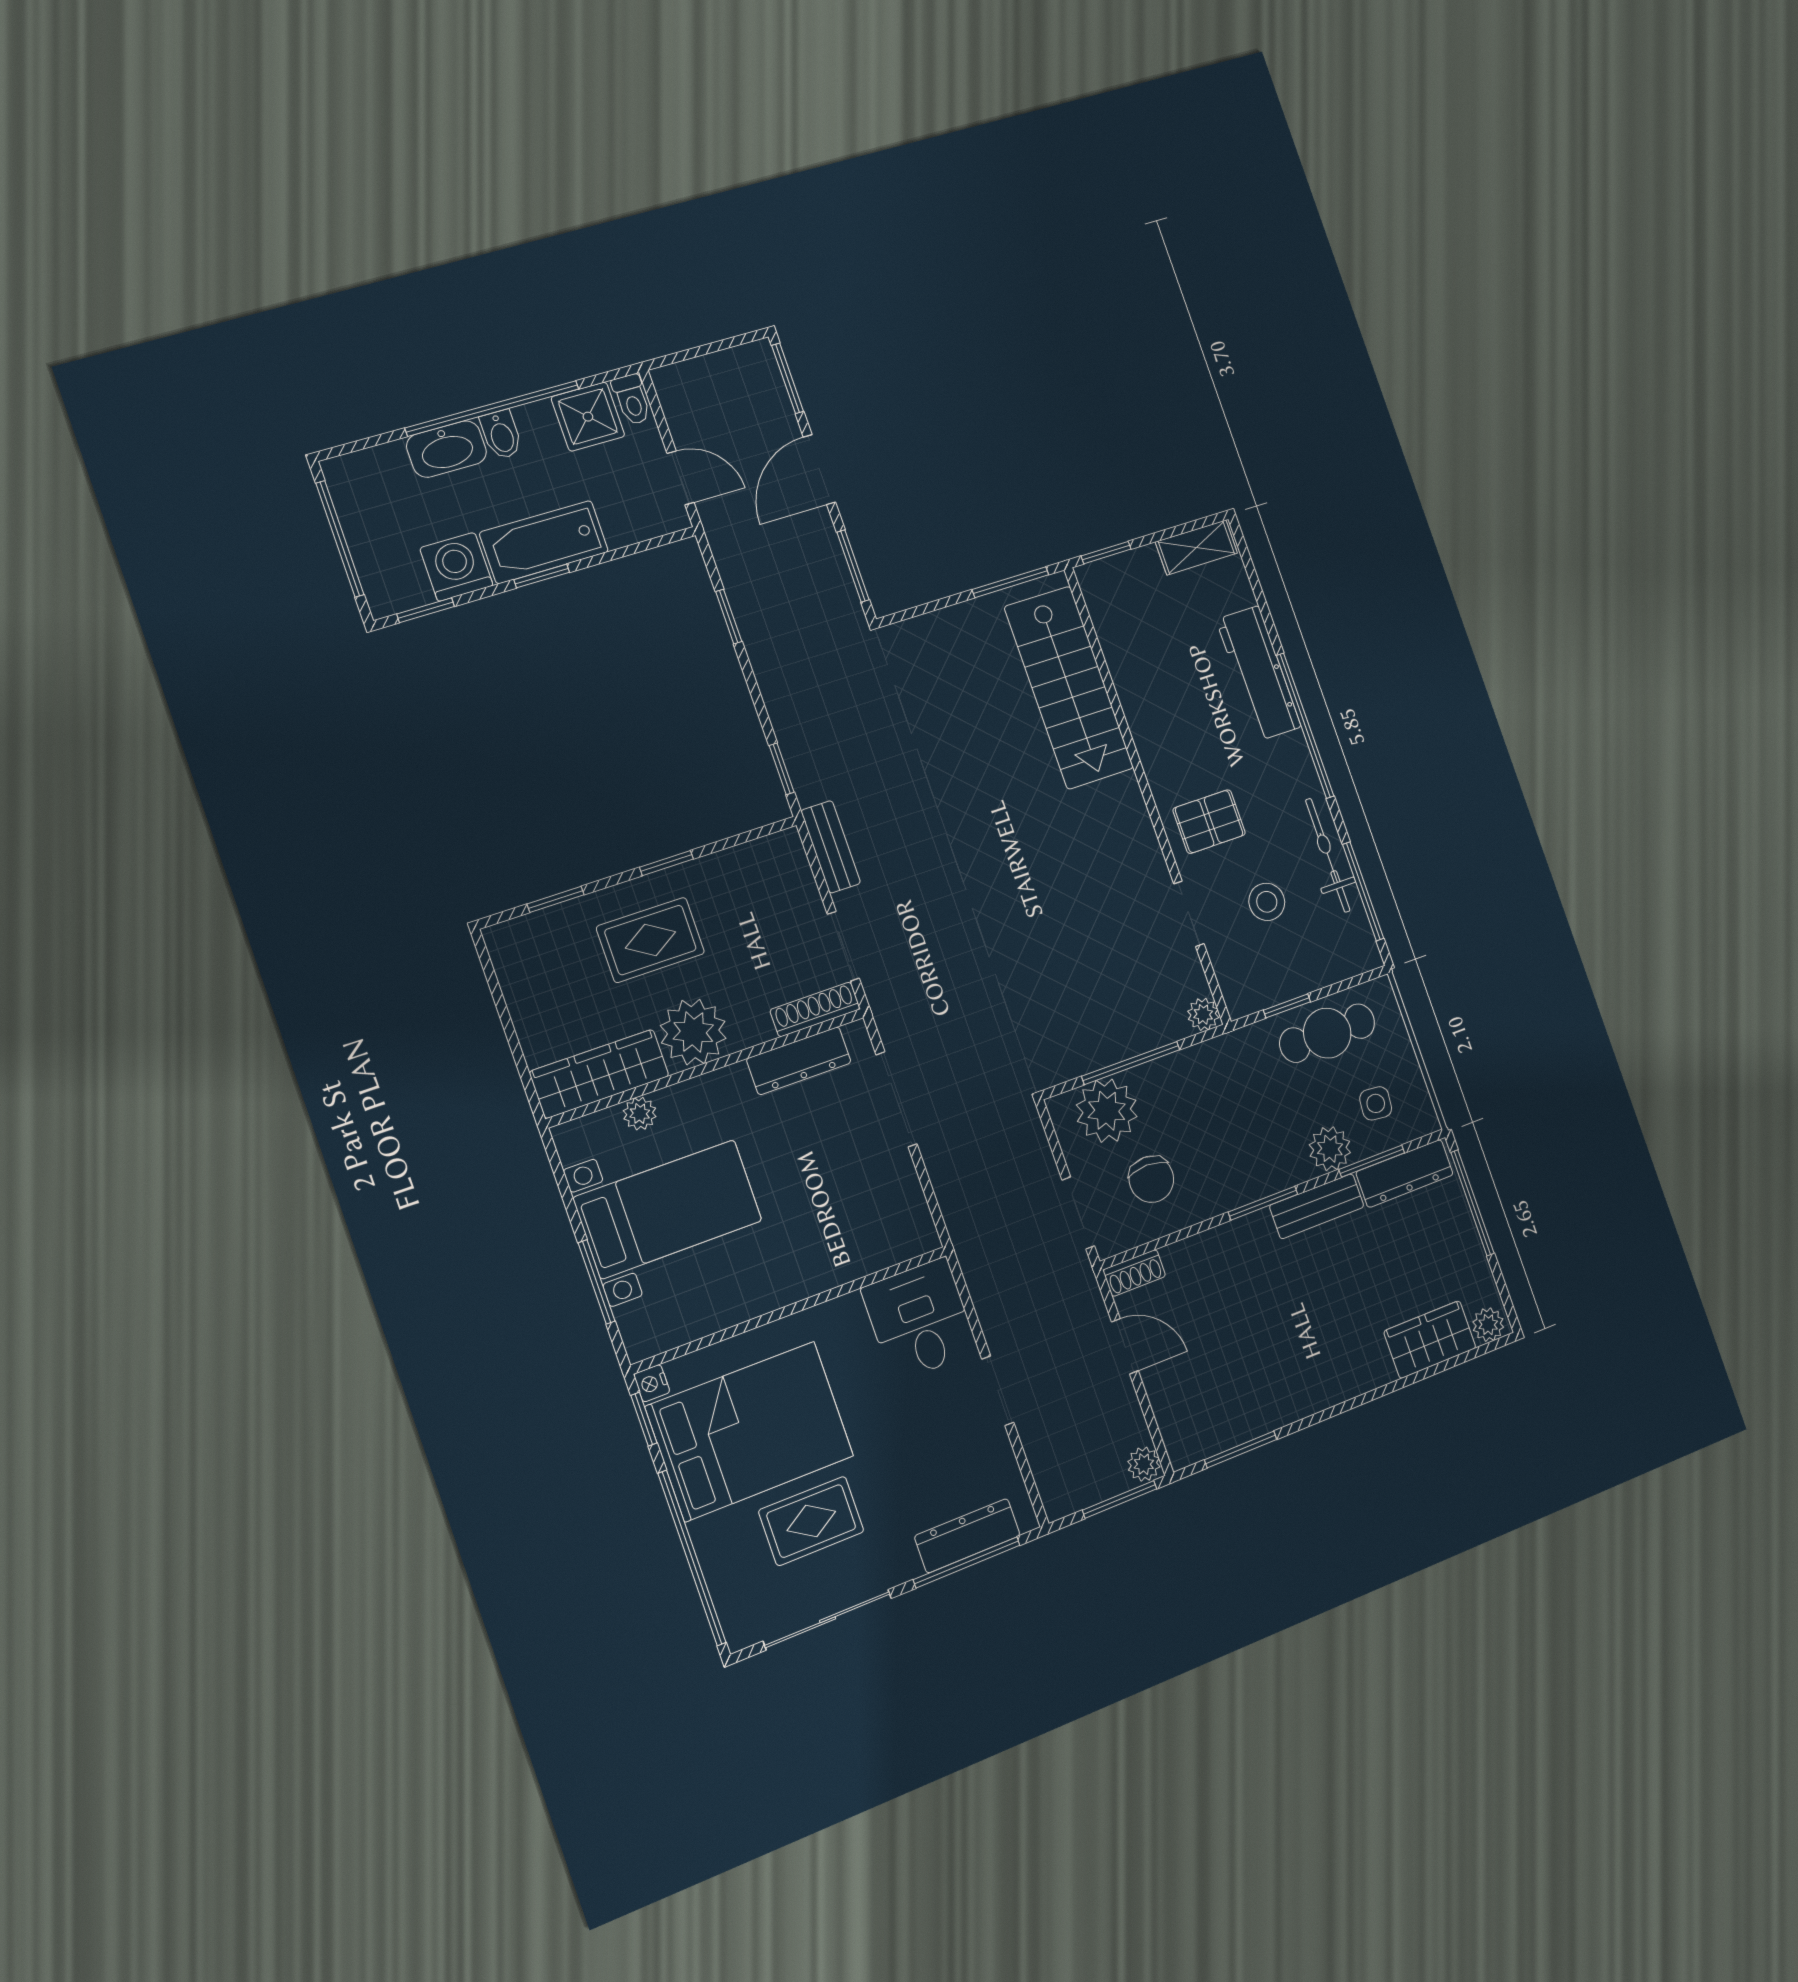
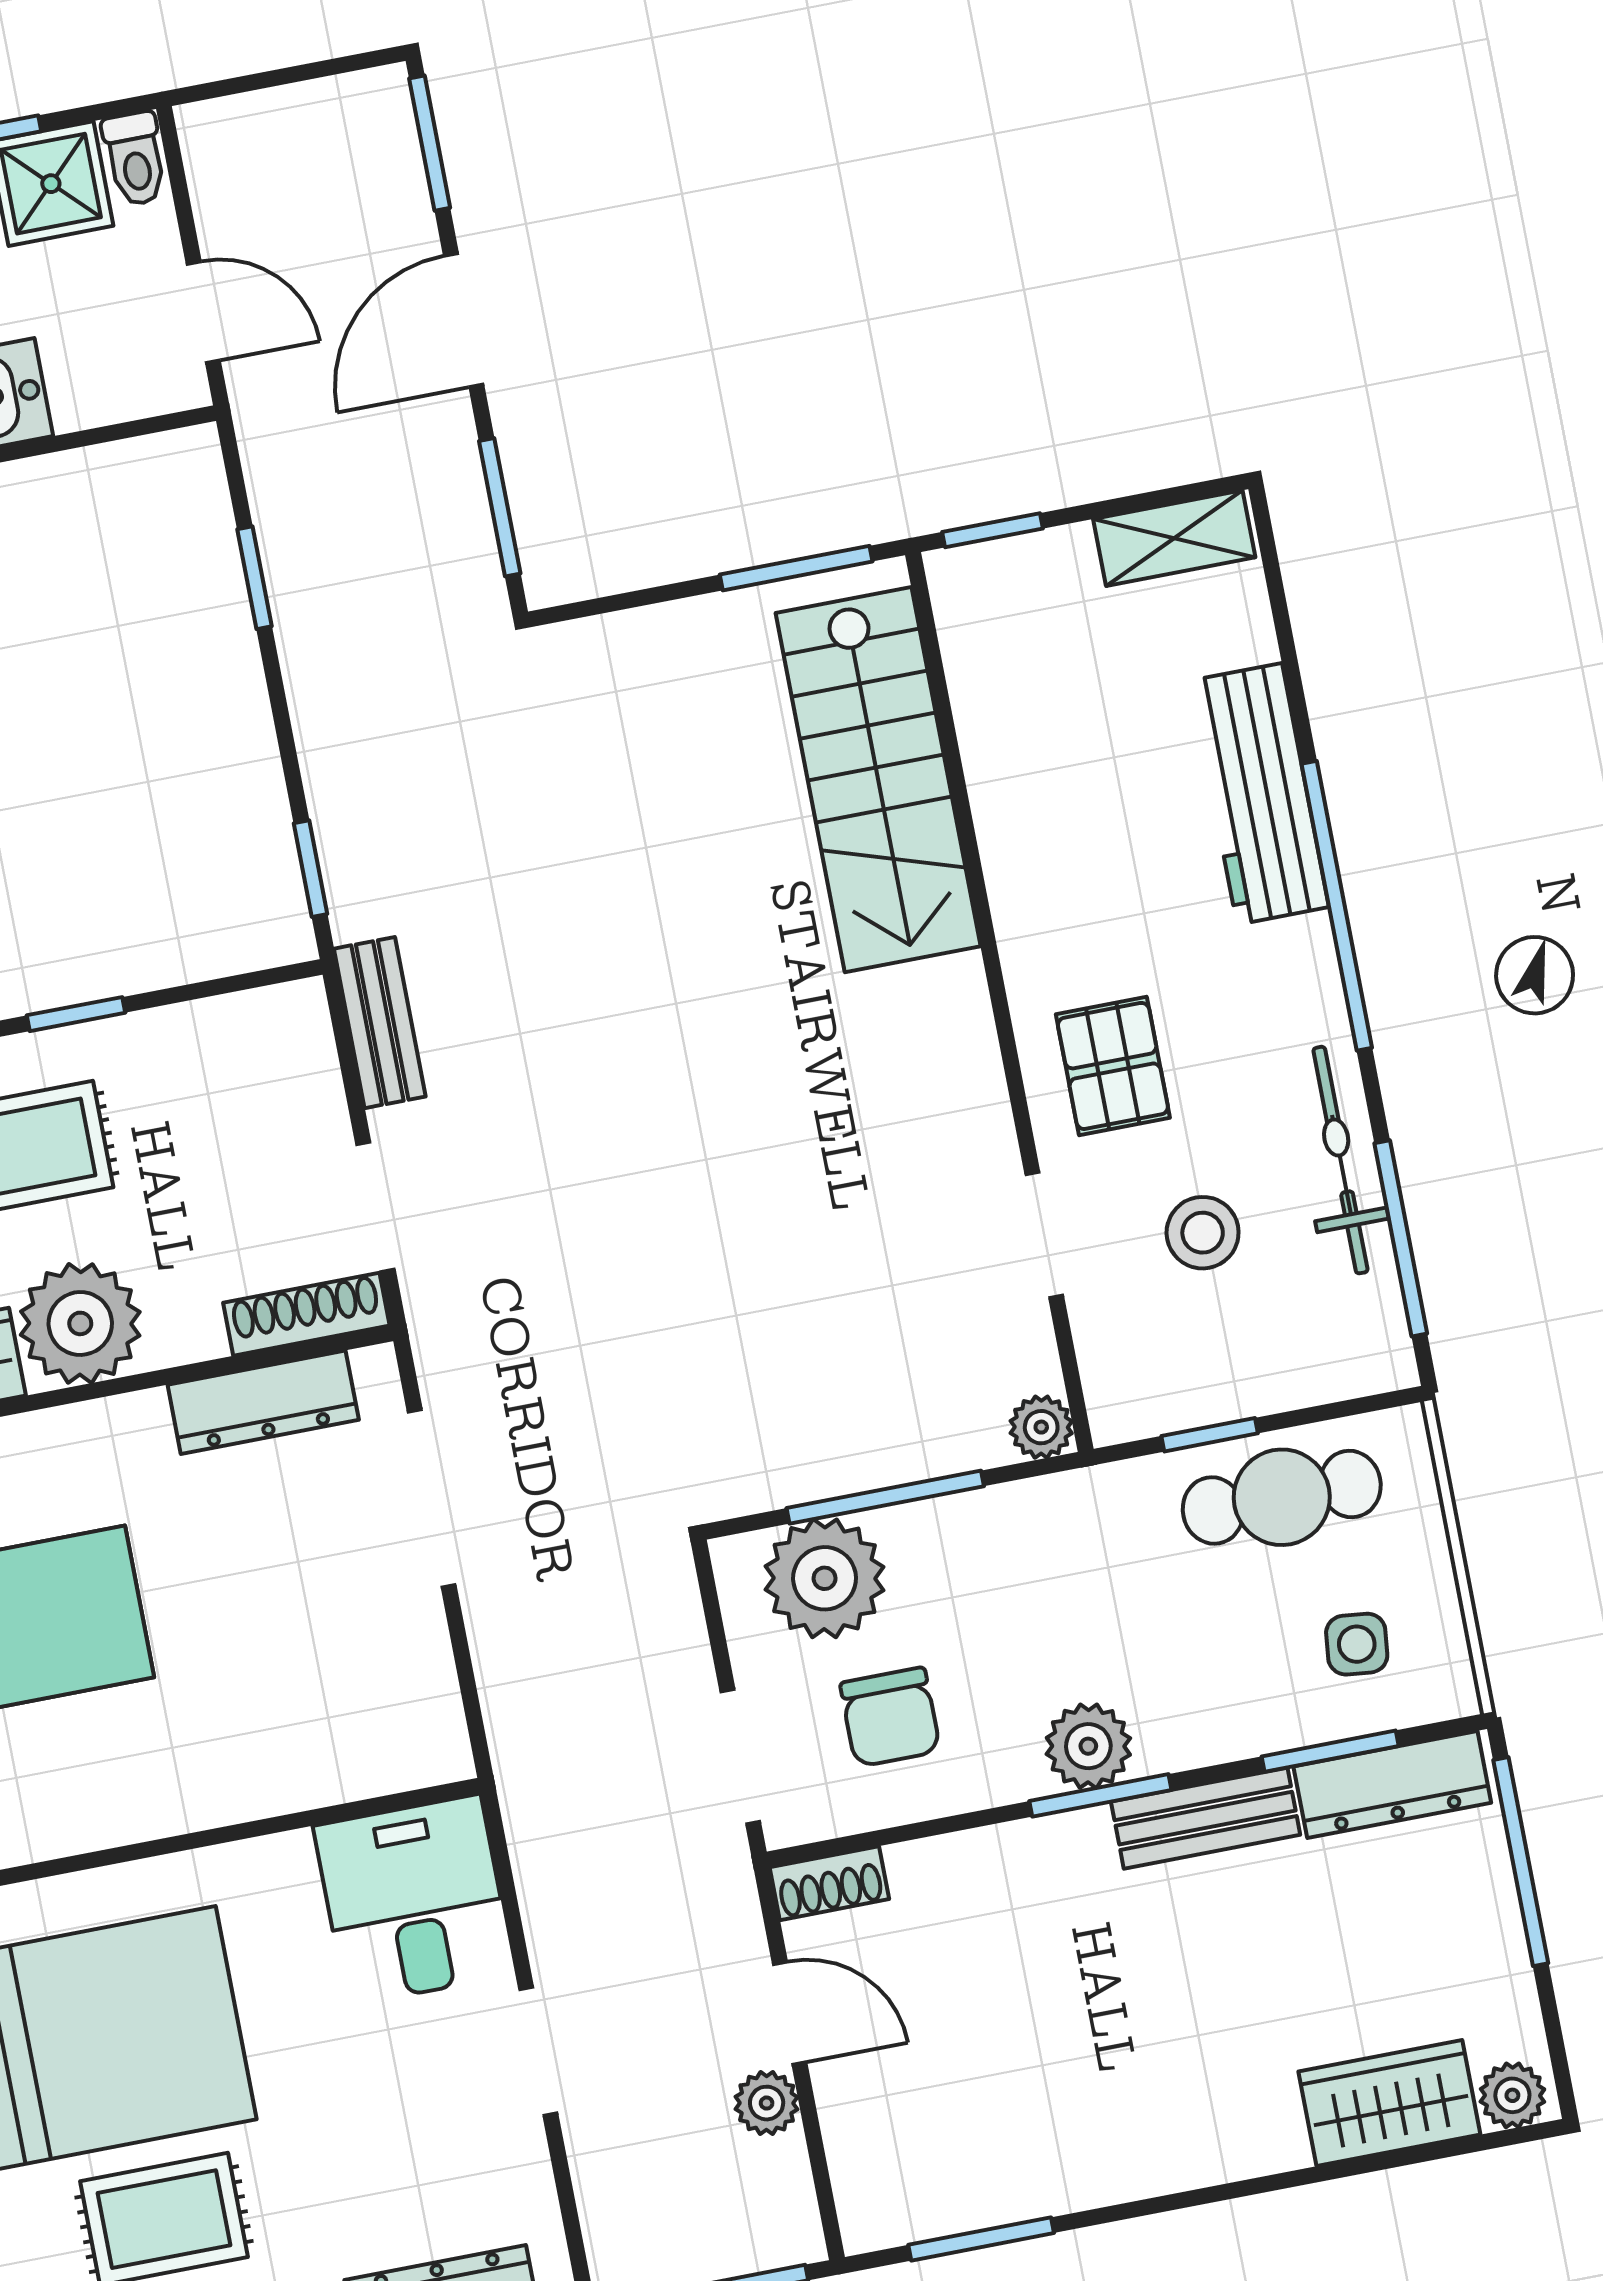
pallet: (1209, 822) -> (1113, 1066), turned 90
plant: (1330, 1149) -> (1088, 1746), moved
plant: (1144, 1464) -> (767, 2103), moved

